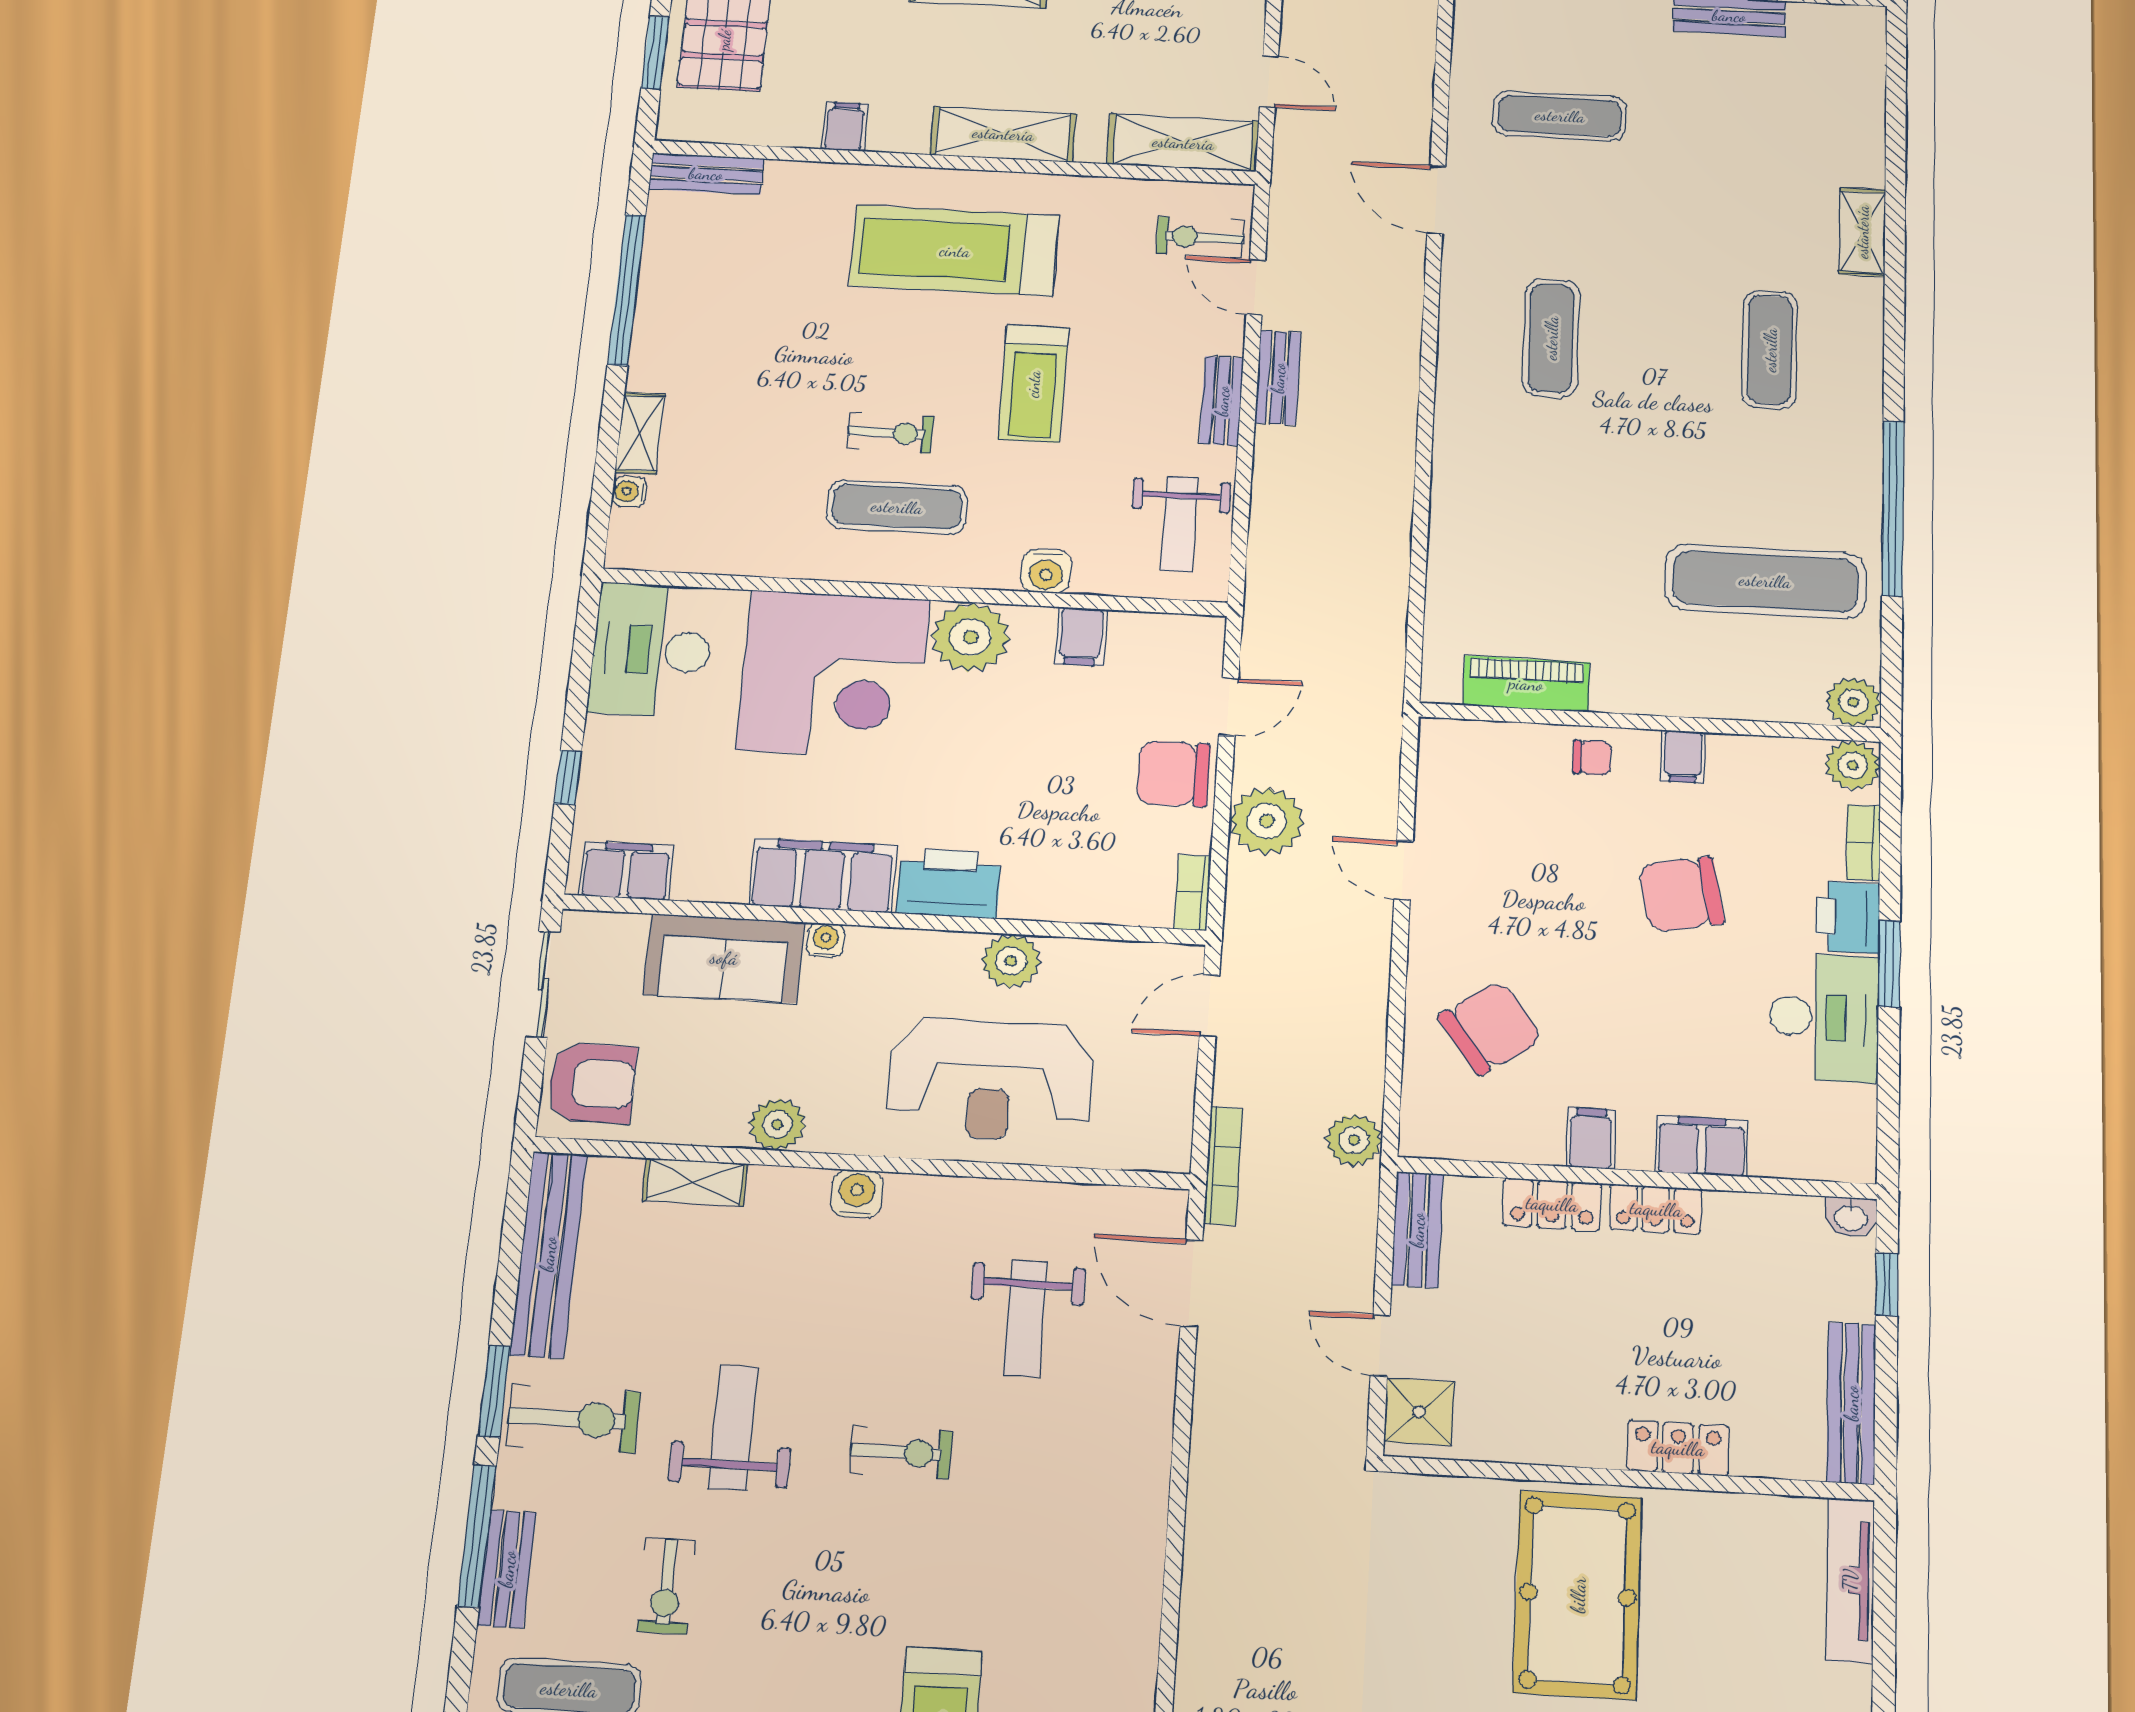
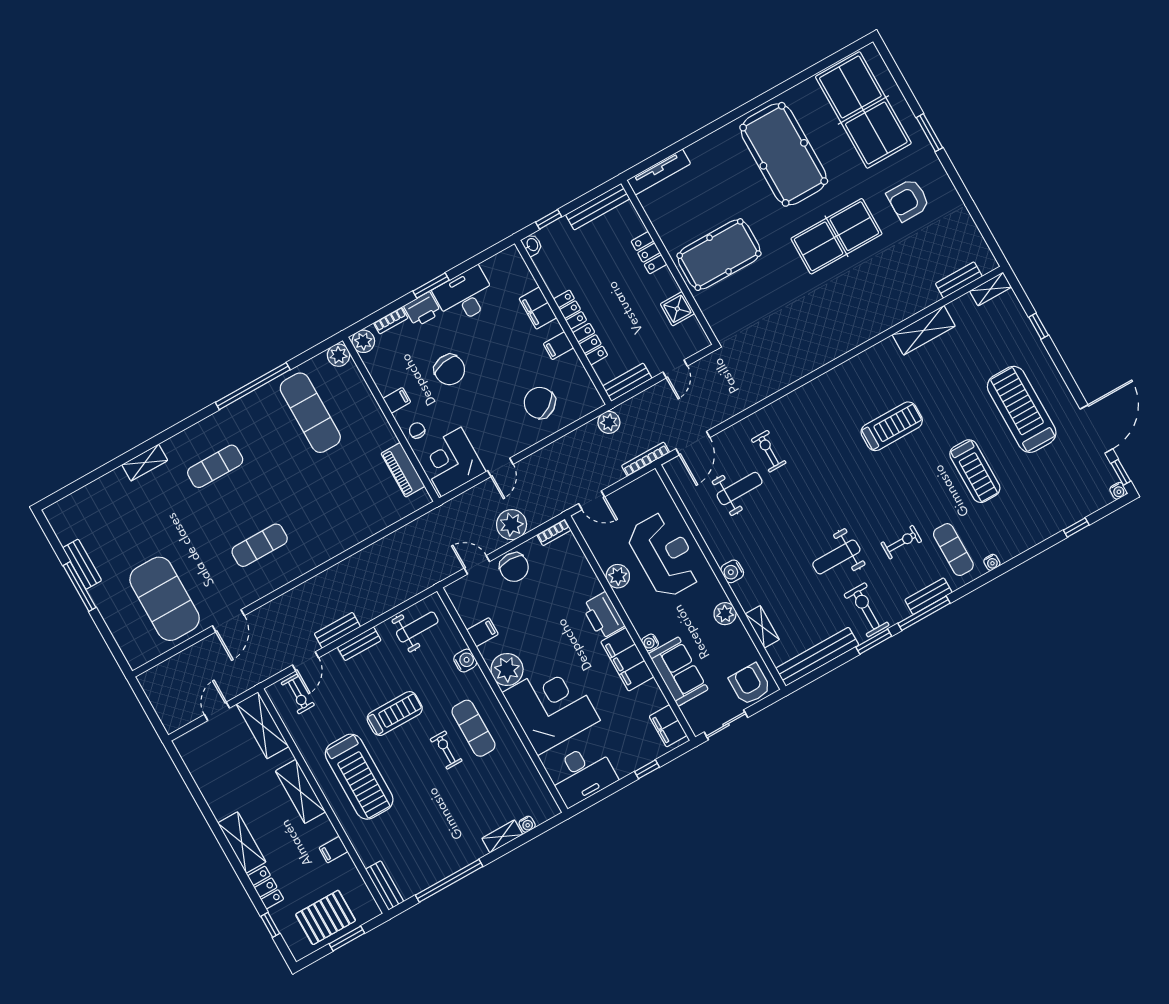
exercise mat: (1560, 116) -> (165, 599), width x2.00, depth x1.45
corner desk: (1480, 784) -> (451, 462), added
shower: (1419, 1412) -> (677, 309), moved
exercise bike: (901, 1452) -> (769, 451), moved

